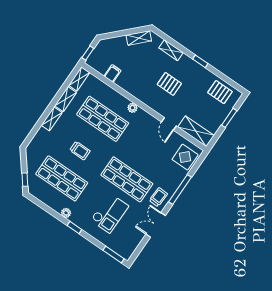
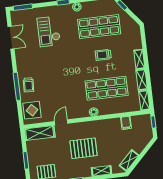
pallet: (169, 84) -> (84, 148), width x1.50, depth x1.42
door: (169, 124) -> (61, 122), hinge flipped
shop shelf: (127, 179) -> (57, 63), removed
trolley: (158, 197) -> (28, 85), moved
double door: (156, 225) -> (11, 38), moved

